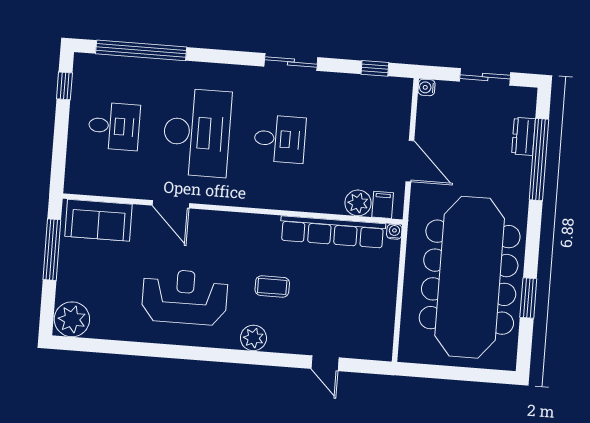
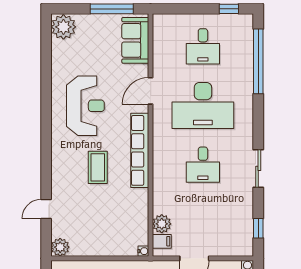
row of seats: (333, 232) -> (140, 150), moved
coffee table: (272, 286) -> (98, 167), width x1.36, depth x1.30
plant: (253, 338) -> (60, 247), moved

